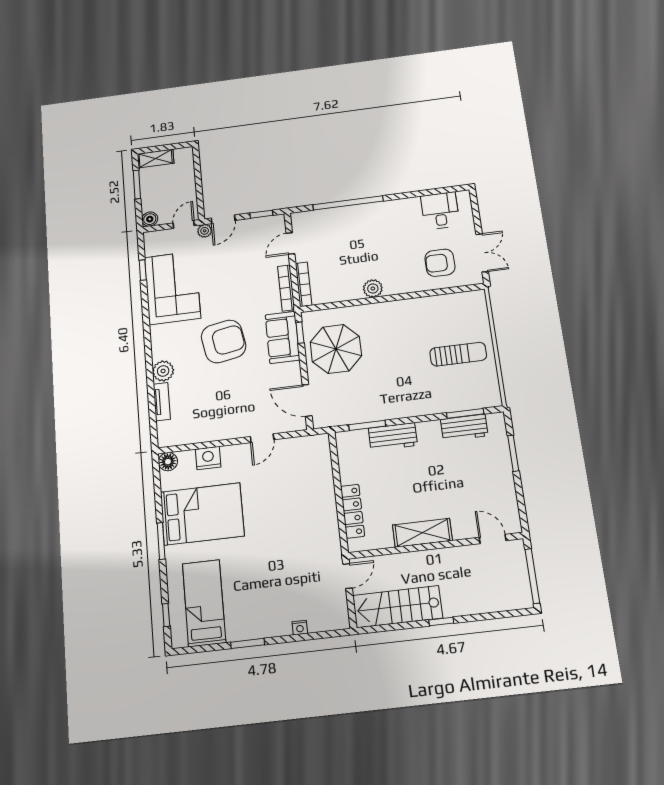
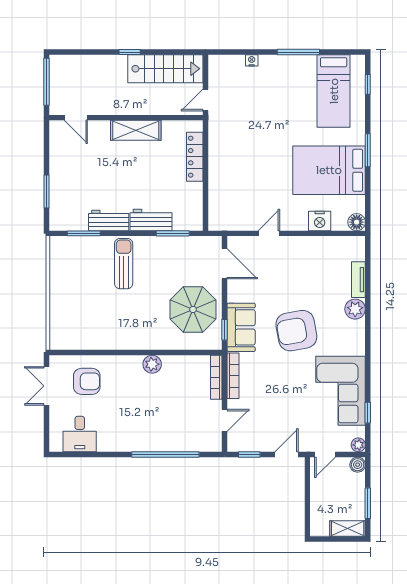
plant: (205, 231) -> (358, 445), moved
sun lounger: (458, 354) -> (124, 264), moved, turned 90
workbench: (464, 428) -> (109, 220), moved
window: (248, 643) -> (298, 52), width x1.44

